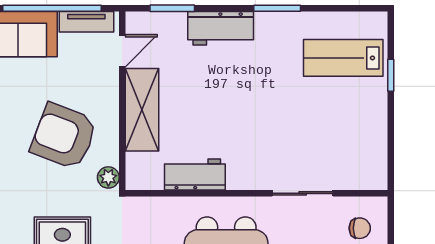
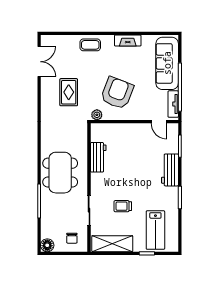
lab bench: (343, 58) -> (155, 230), turned 180
shelving: (142, 110) -> (112, 244), moved
trolley: (294, 125) -> (123, 206), added

